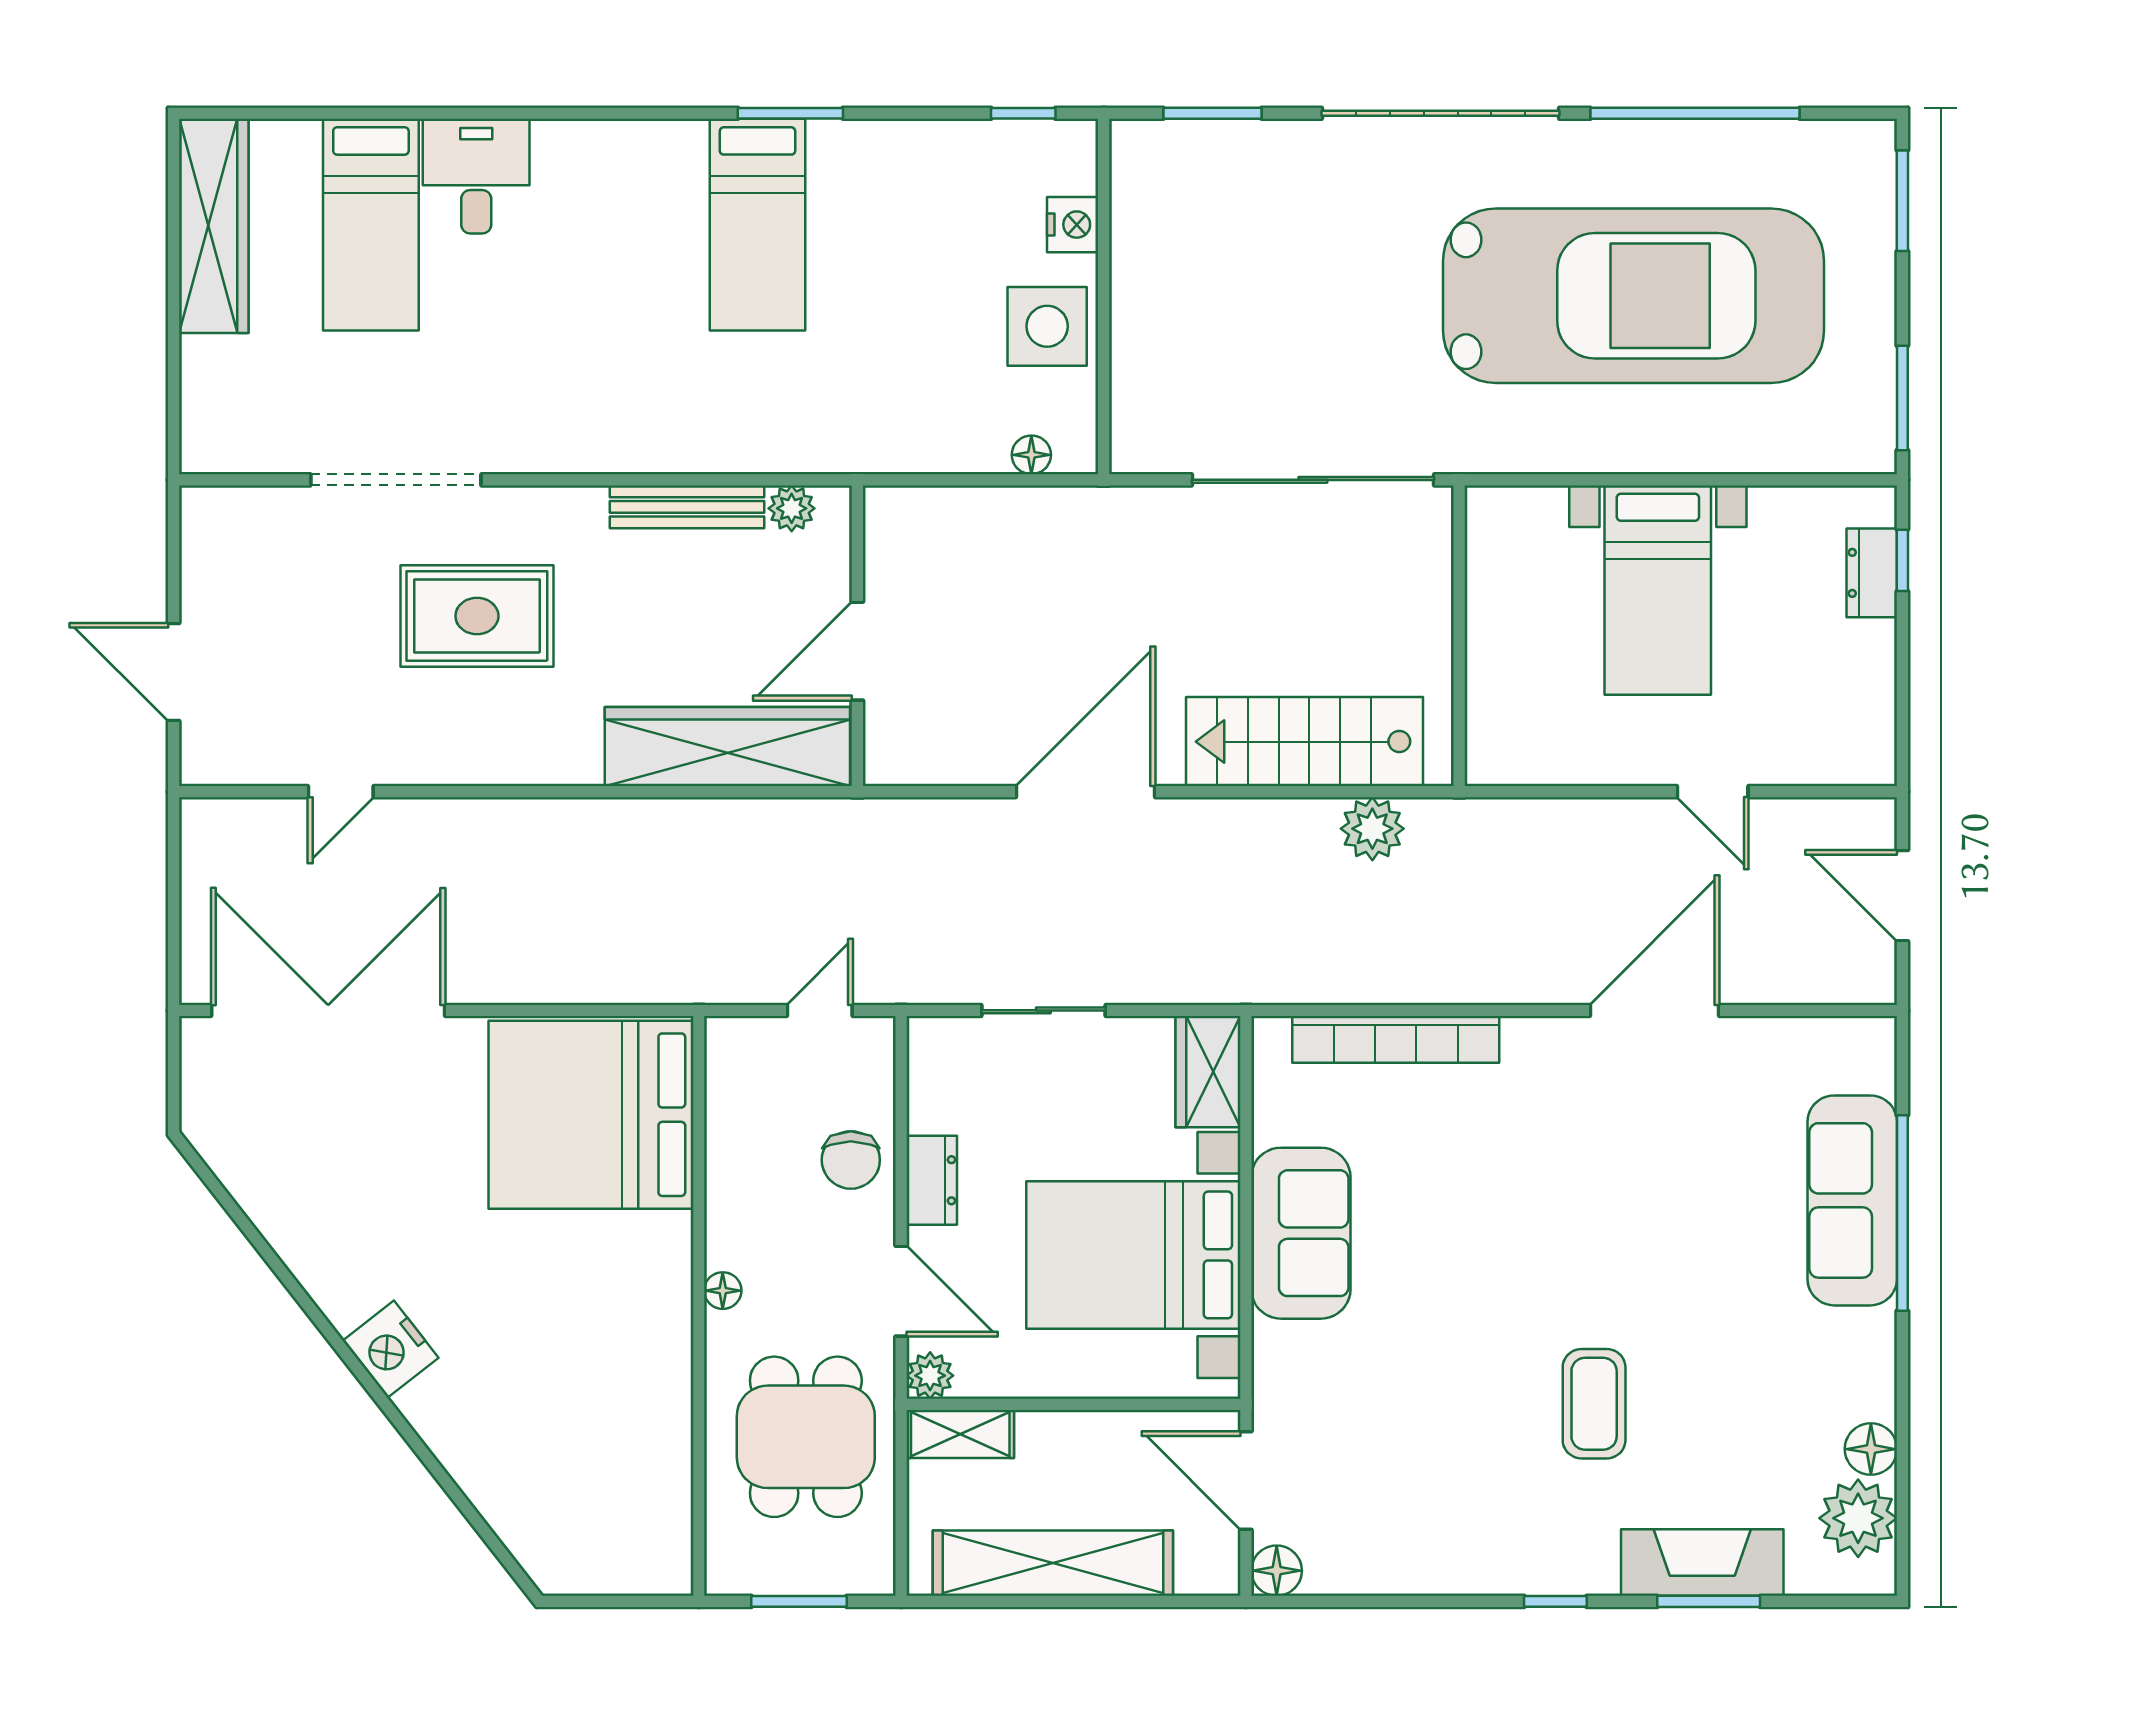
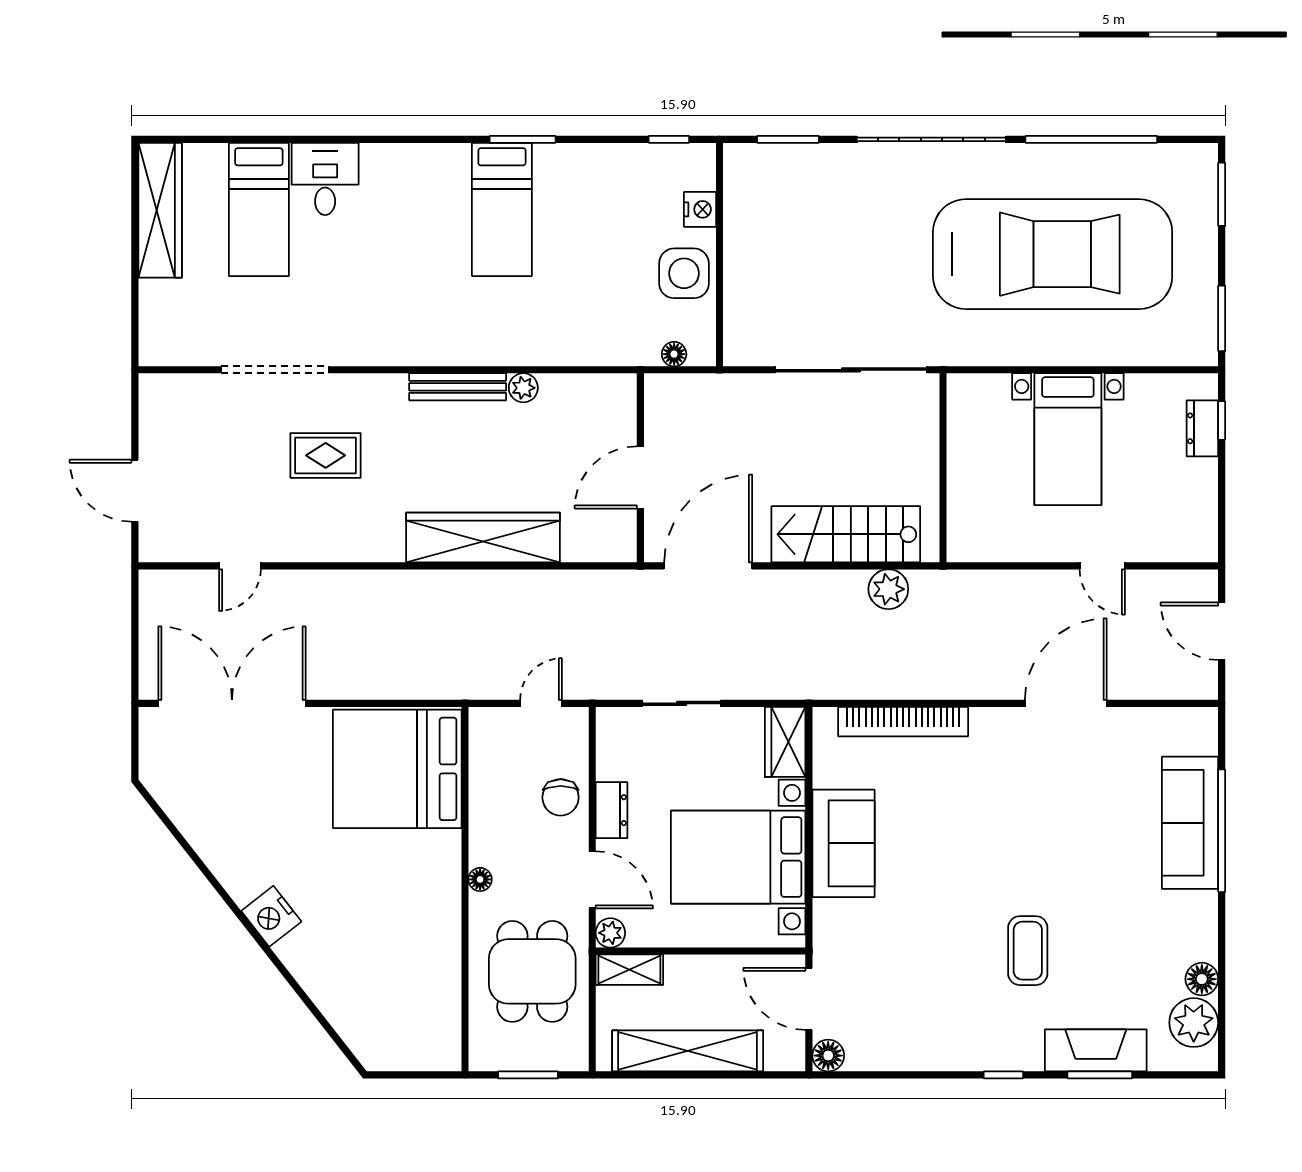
rug: (477, 616) -> (326, 455), width x0.73, depth x0.70
wall: (857, 636) -> (640, 468), moved
door: (857, 651) -> (640, 477), moved

